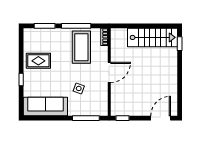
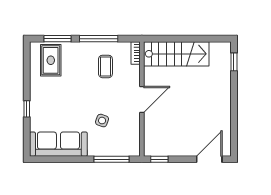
stairs: (152, 37) -> (176, 54), moved
coffee table: (81, 47) -> (105, 66), width x0.54, depth x0.58
rug: (38, 61) -> (51, 60), moved, turned 90

